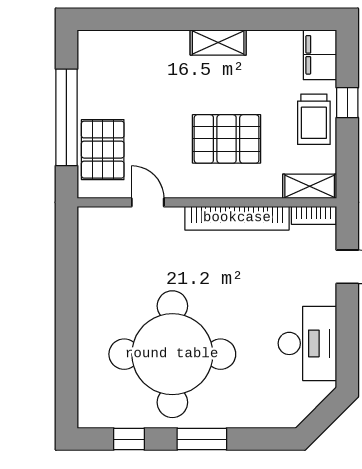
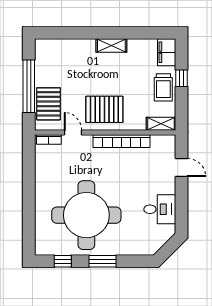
pallet: (227, 139) -> (104, 109), moved
bookcase: (314, 215) -> (49, 140), moved
desk: (307, 343) -> (160, 209), width x0.73

